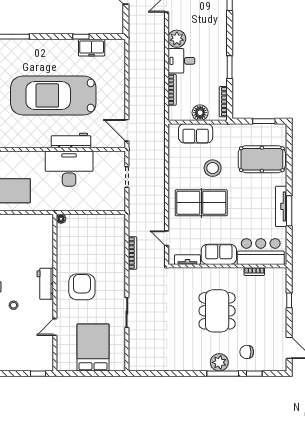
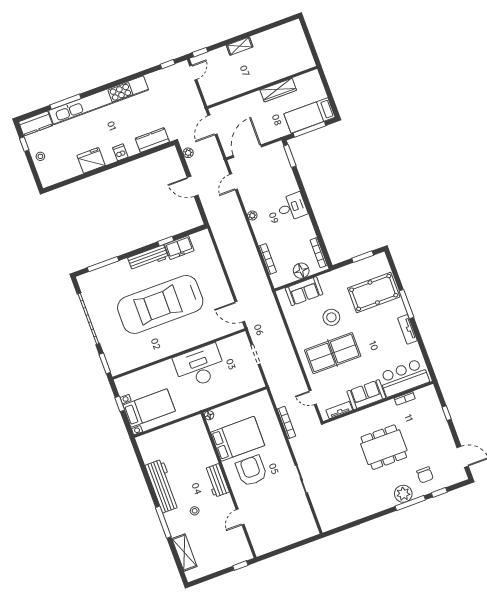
plant: (177, 39) -> (252, 216), width x0.53, depth x0.53
desk: (181, 61) -> (292, 207), moved, turned 180
window: (230, 67) -> (313, 219), removed
workbench: (71, 141) -> (148, 258), moved, turned 180
tv unit: (281, 206) -> (407, 329), width x0.71
window: (289, 211) -> (406, 304), moved
dining table: (217, 311) -> (384, 447), turned 90
bed: (93, 348) -> (238, 439), moved, turned 90
chair: (247, 352) -> (425, 475), turned -90

